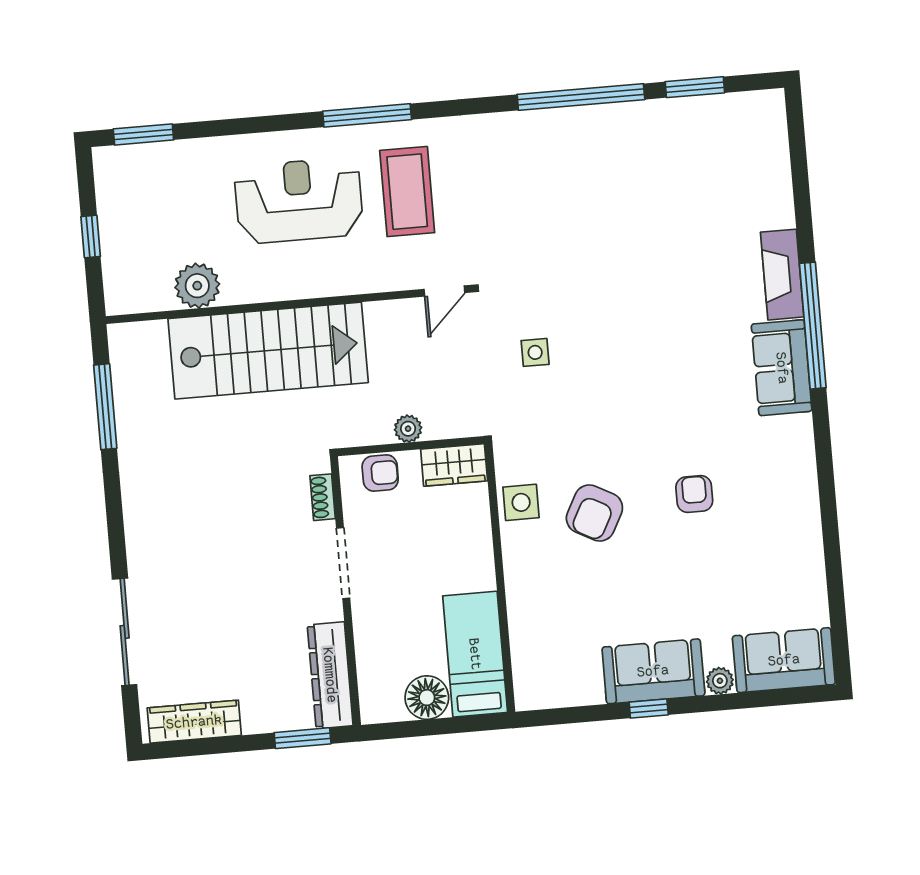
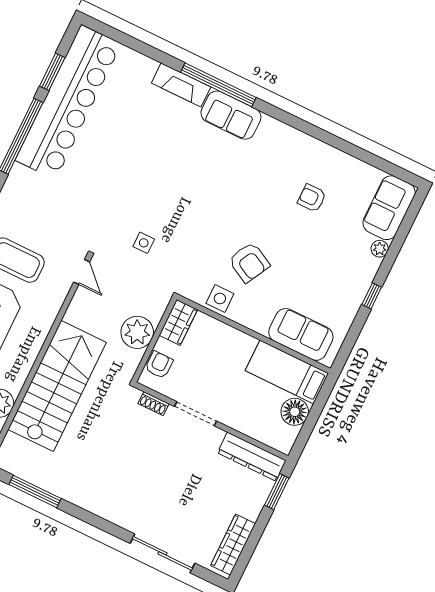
bar counter: (666, 134) -> (68, 102), added
plant: (408, 429) -> (137, 332), width x1.88, depth x1.88
armchair: (694, 494) -> (312, 198), moved
sofa: (653, 671) -> (301, 334), moved, turned 90

